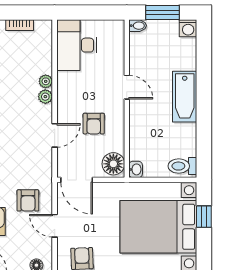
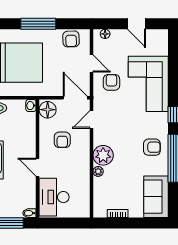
desk: (77, 45) -> (54, 197), moved, turned 180
plant: (45, 97) -> (103, 155), width x1.88, depth x1.88
armchair: (94, 124) -> (62, 140), turned 180
door: (55, 135) -> (92, 120), moved

